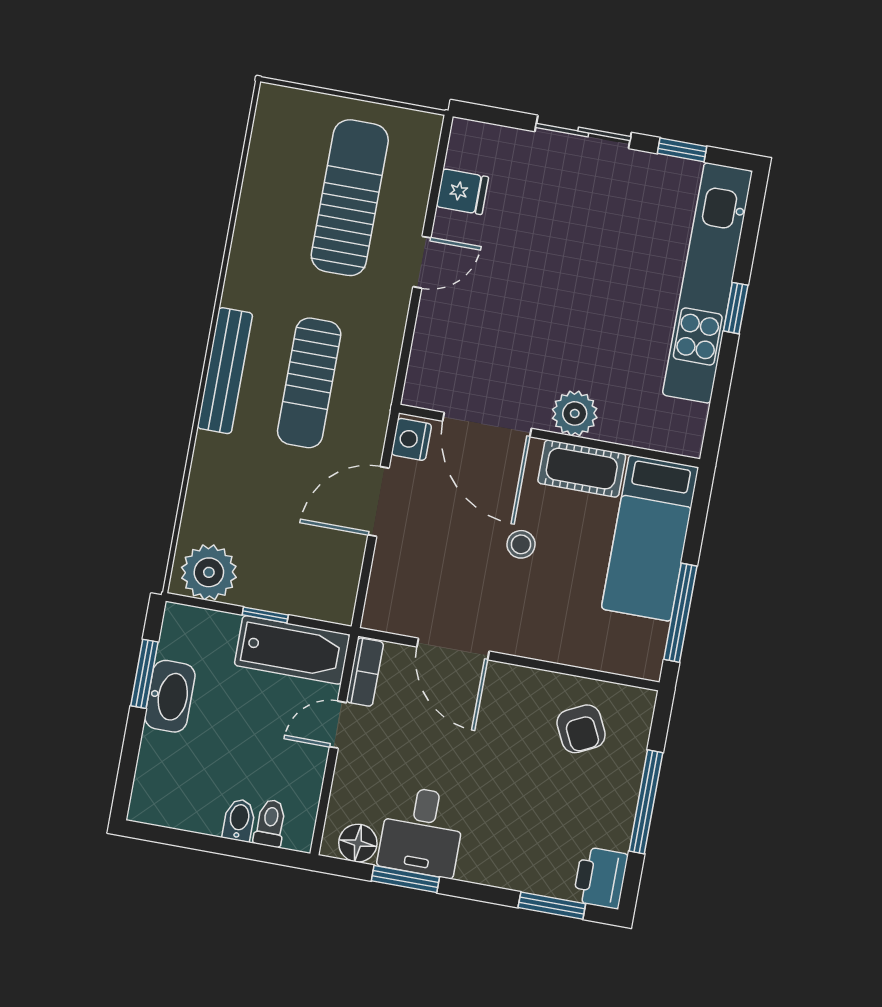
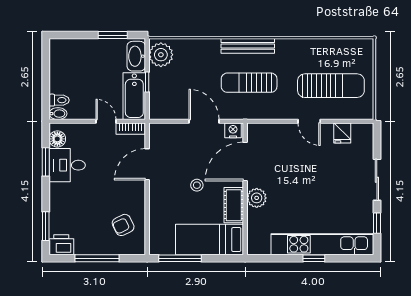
washbasin: (170, 696) -> (136, 56), moved, turned 90
bidet: (239, 820) -> (58, 114), moved

